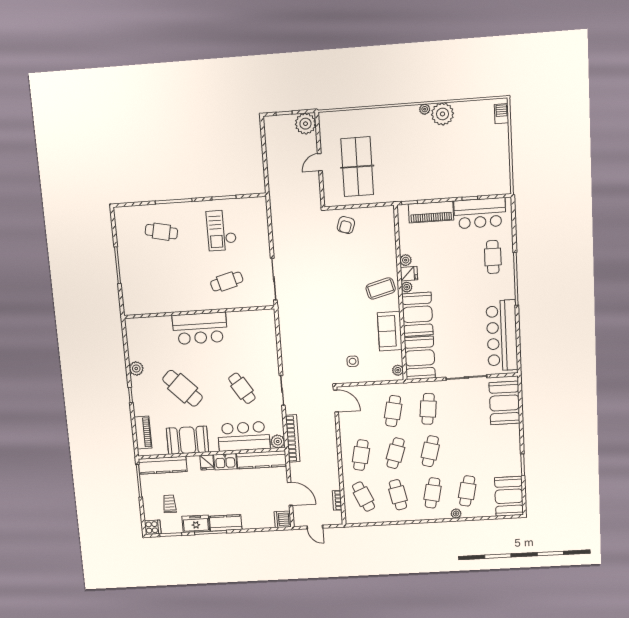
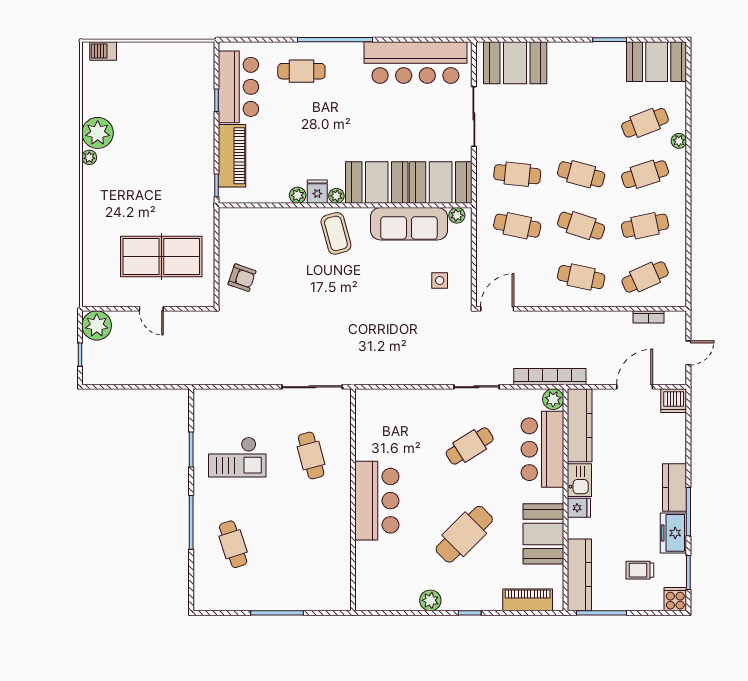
cafe table: (161, 232) -> (233, 544), turned -30
sofa: (390, 331) -> (409, 224), width x1.36
cafe table: (467, 491) -> (645, 123), turned -33
cafe table: (432, 493) -> (645, 174), turned -30

